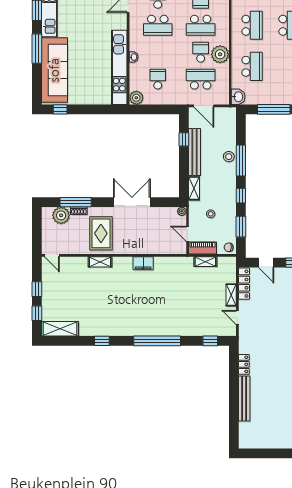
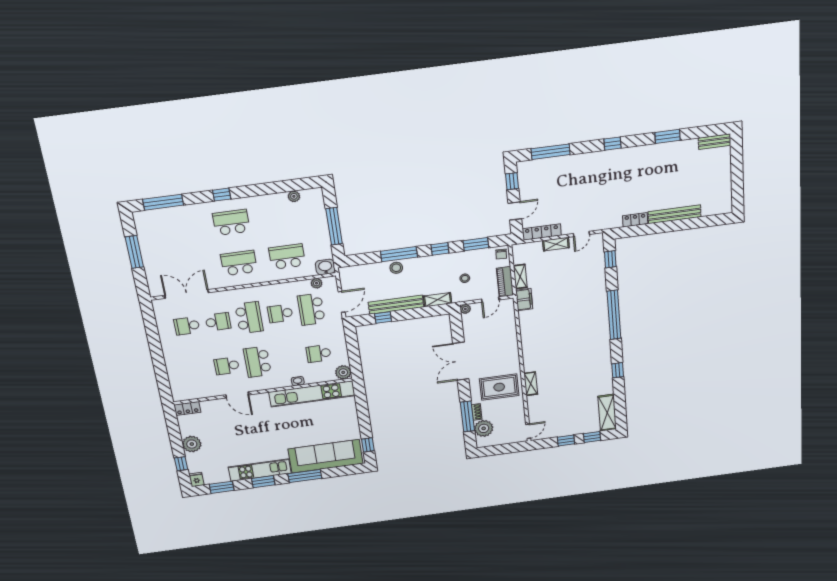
school desk: (158, 25) -> (257, 362), turned 180
plant: (220, 54) -> (317, 283), moved, width x0.53, depth x0.53
filing cabinet: (143, 263) -> (524, 300), moved

